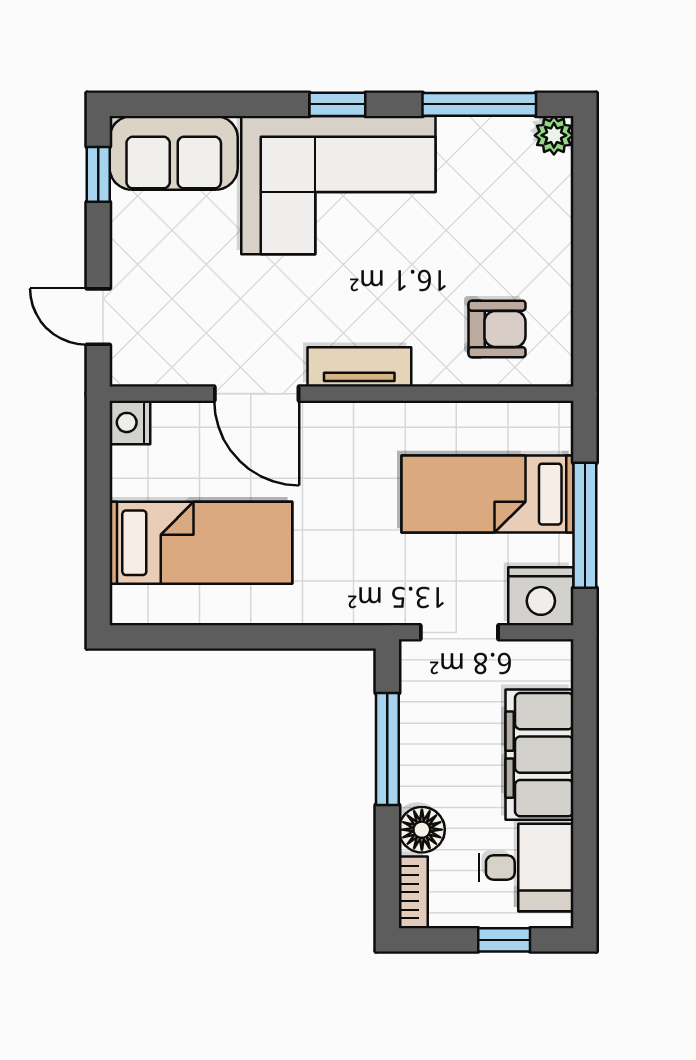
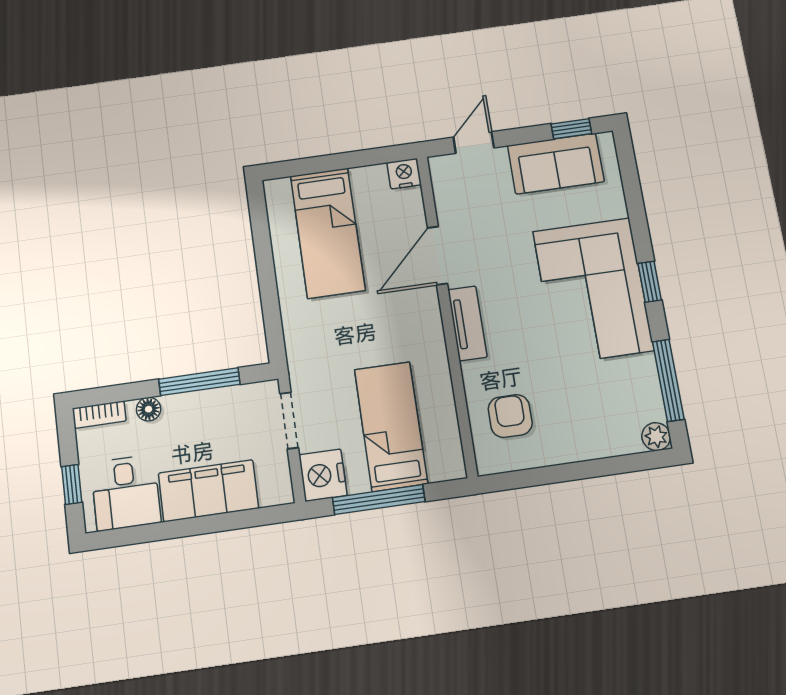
sofa: (174, 153) -> (556, 164), moved, turned -90
armchair: (497, 329) -> (510, 416), turned 180
floor lamp: (422, 830) -> (149, 409), width x0.73, depth x0.73

